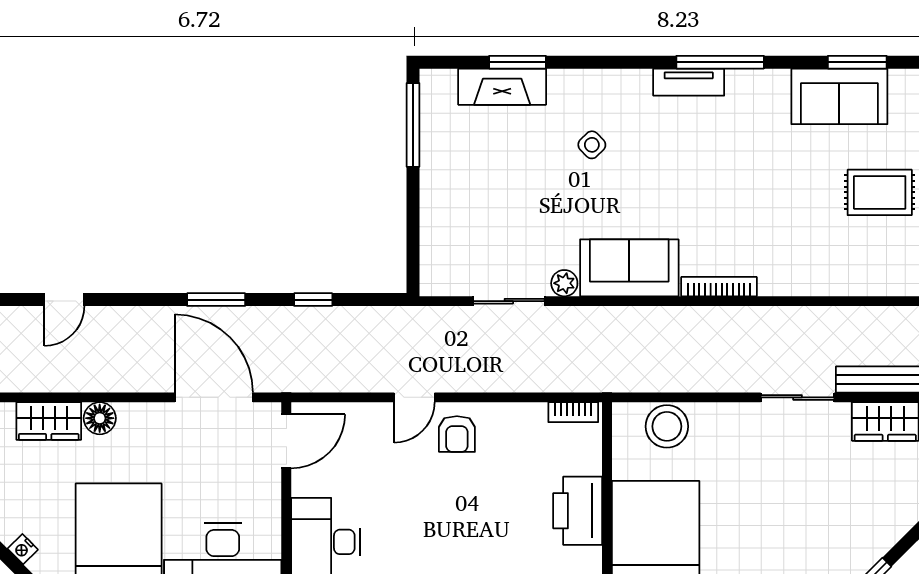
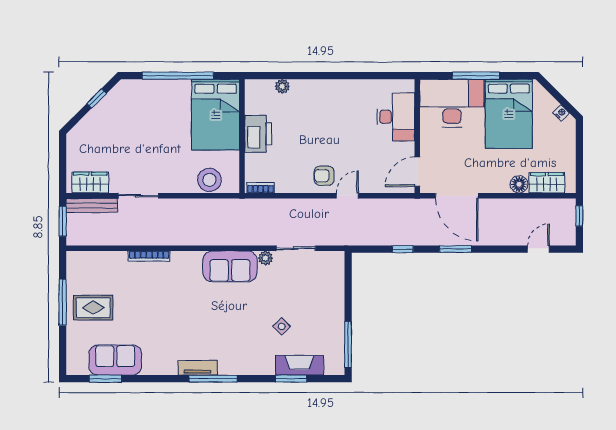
window: (720, 62) -> (213, 379), moved
side table: (592, 145) -> (282, 326), moved
bookcase: (719, 287) -> (149, 256), moved
armchair: (457, 434) -> (324, 176), turned -90

